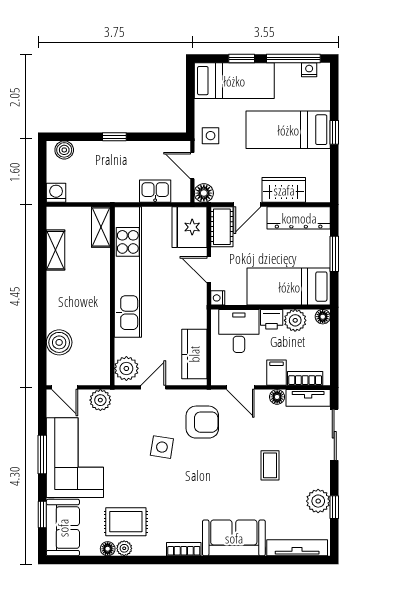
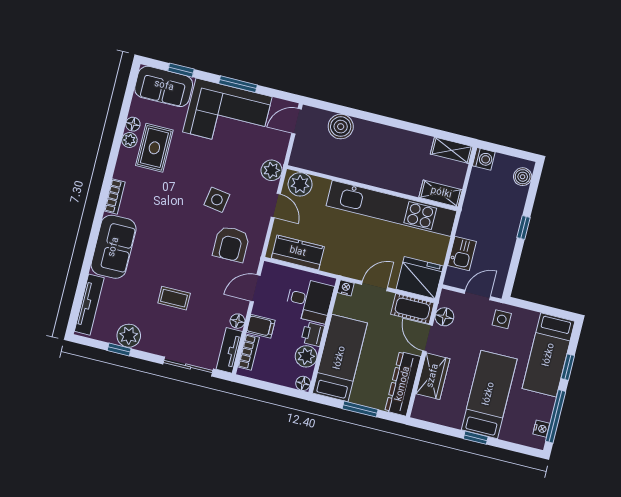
floor lamp: (204, 193) -> (444, 317), moved
shelving: (55, 250) -> (452, 150), moved
plant: (100, 400) -> (272, 170), moved

